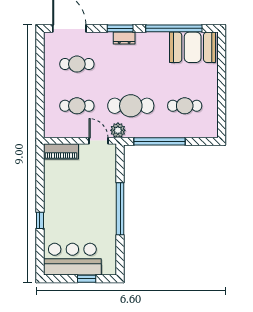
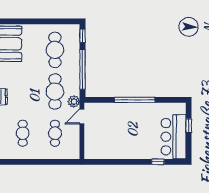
cafe table: (185, 106) -> (55, 50), width x1.37, depth x1.35
window: (203, 141) -> (83, 36), added
piano: (61, 151) -> (90, 146), removed
window: (40, 220) -> (158, 162), moved

